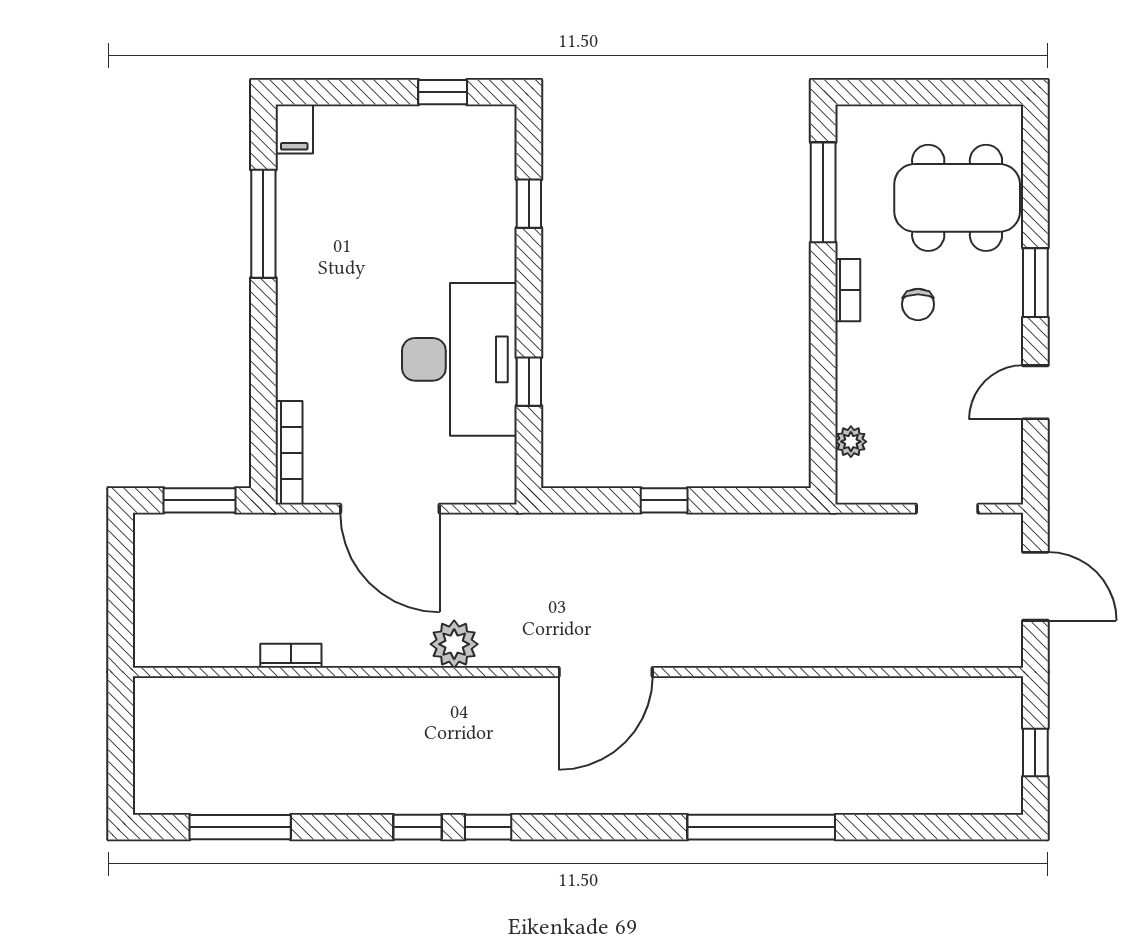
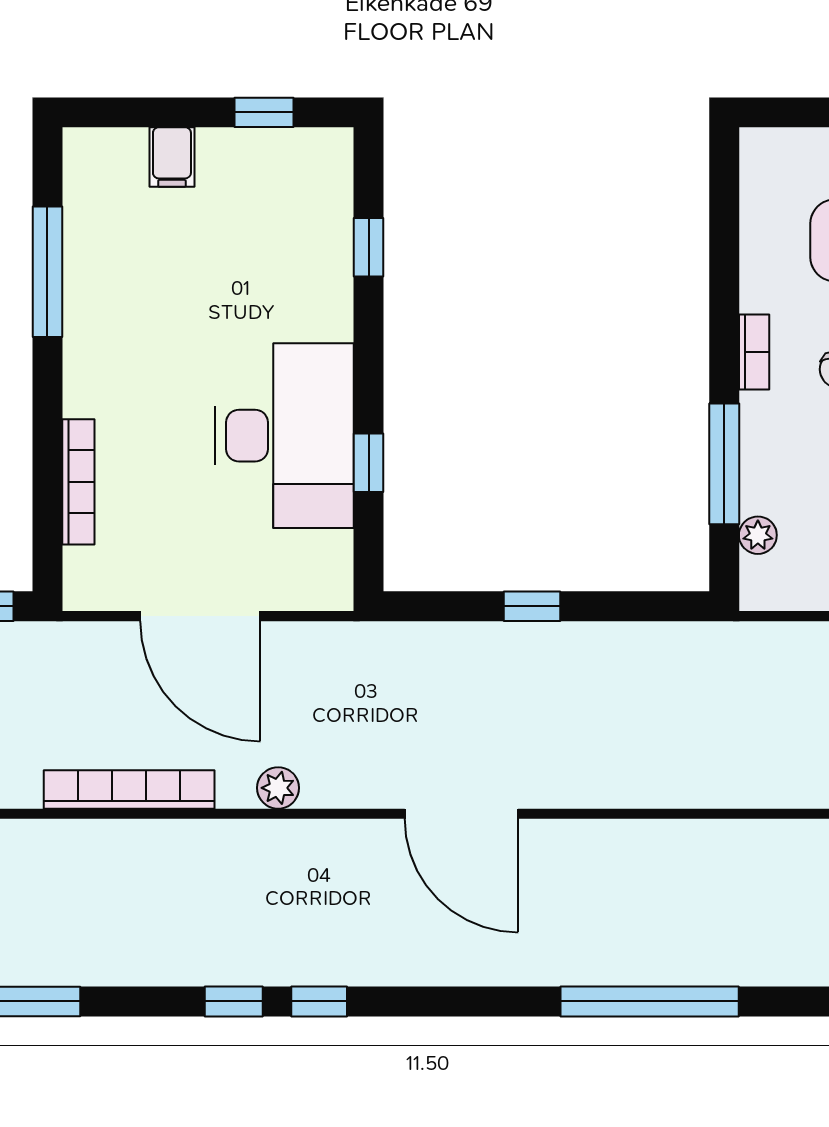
filing cabinet: (294, 129) -> (172, 157), moved
window: (823, 192) -> (724, 464), moved
bookcase: (289, 453) -> (78, 482), moved
plant: (454, 644) -> (278, 788), width x0.73, depth x0.73
bookcase: (291, 656) -> (129, 789), width x2.31, depth x1.31
door: (606, 672) -> (461, 814), hinge flipped

